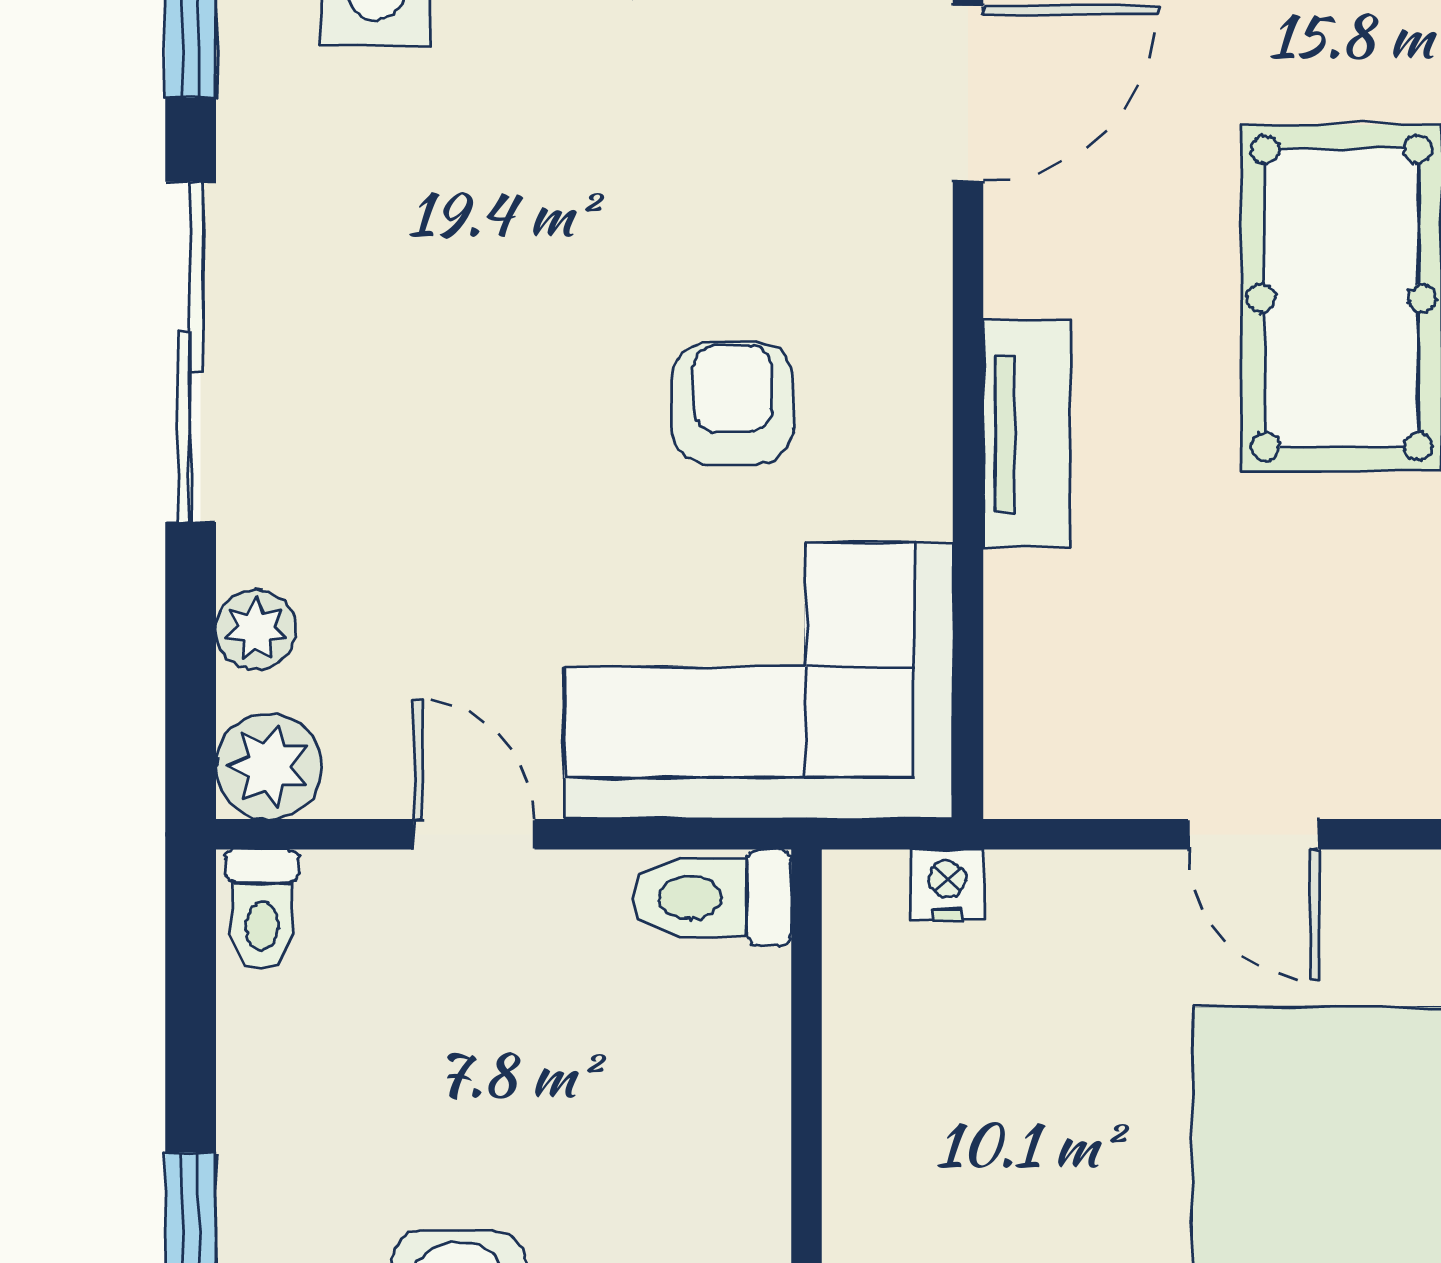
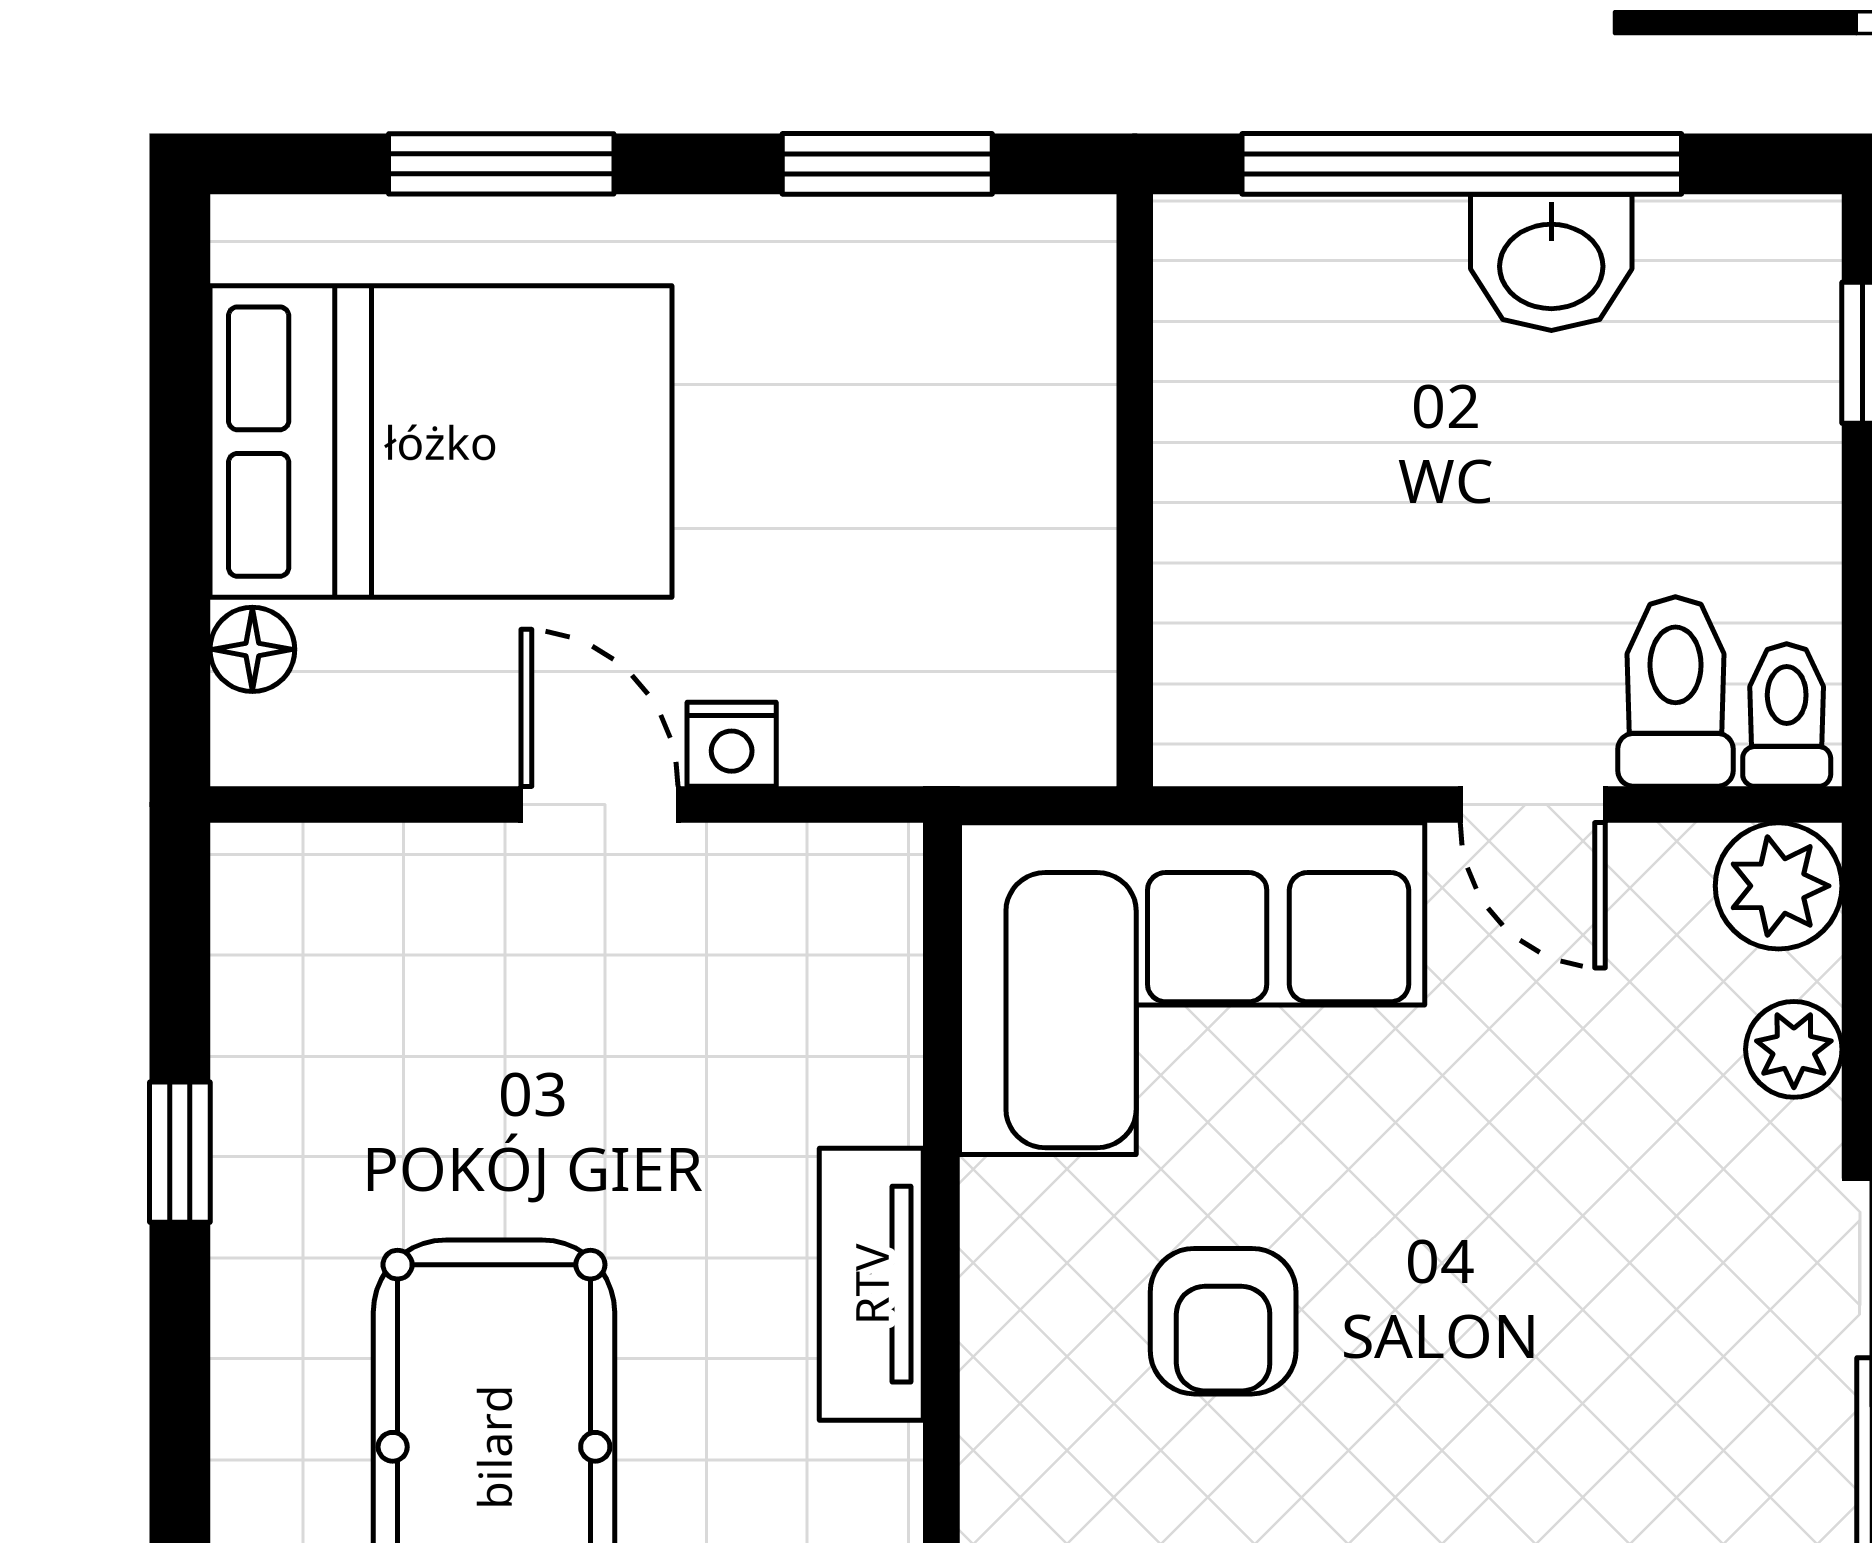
nightstand: (947, 885) -> (732, 744), moved
toilet: (712, 898) -> (1675, 691), moved, turned -90

